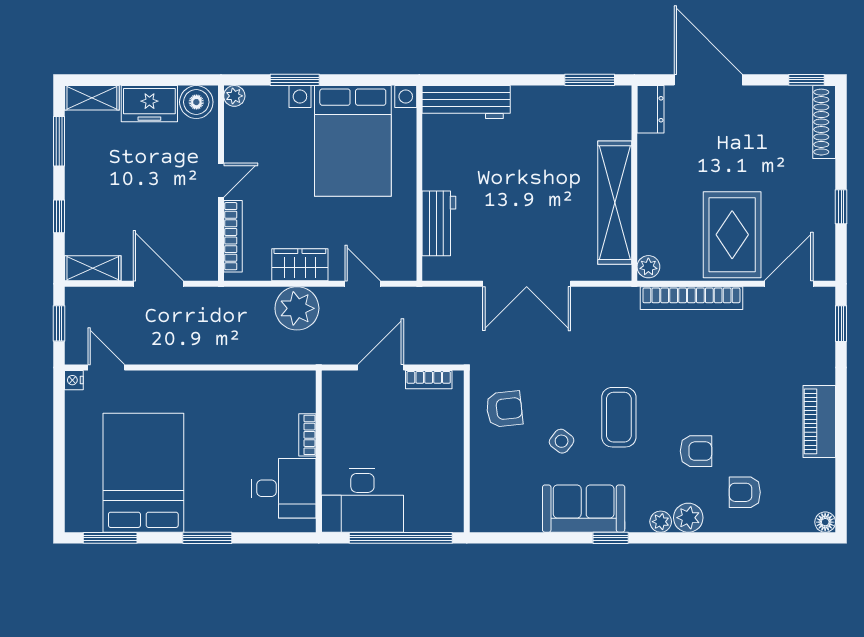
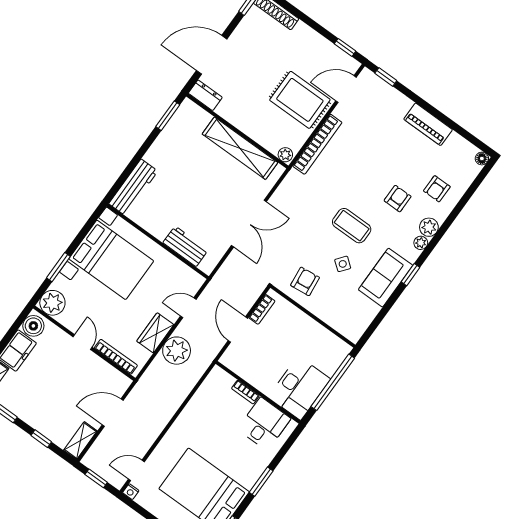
plant: (234, 96) -> (52, 303), width x1.88, depth x1.88
window: (841, 207) -> (345, 47), moved
door: (789, 284) -> (346, 89), hinge flipped

